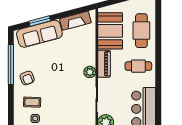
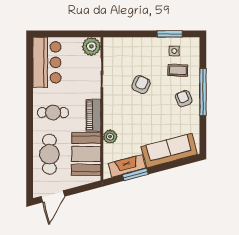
window: (40, 21) -> (136, 174), moved
window: (11, 65) -> (203, 92), moved
plant: (90, 72) -> (110, 137), moved
armchair: (63, 90) -> (141, 85), added

